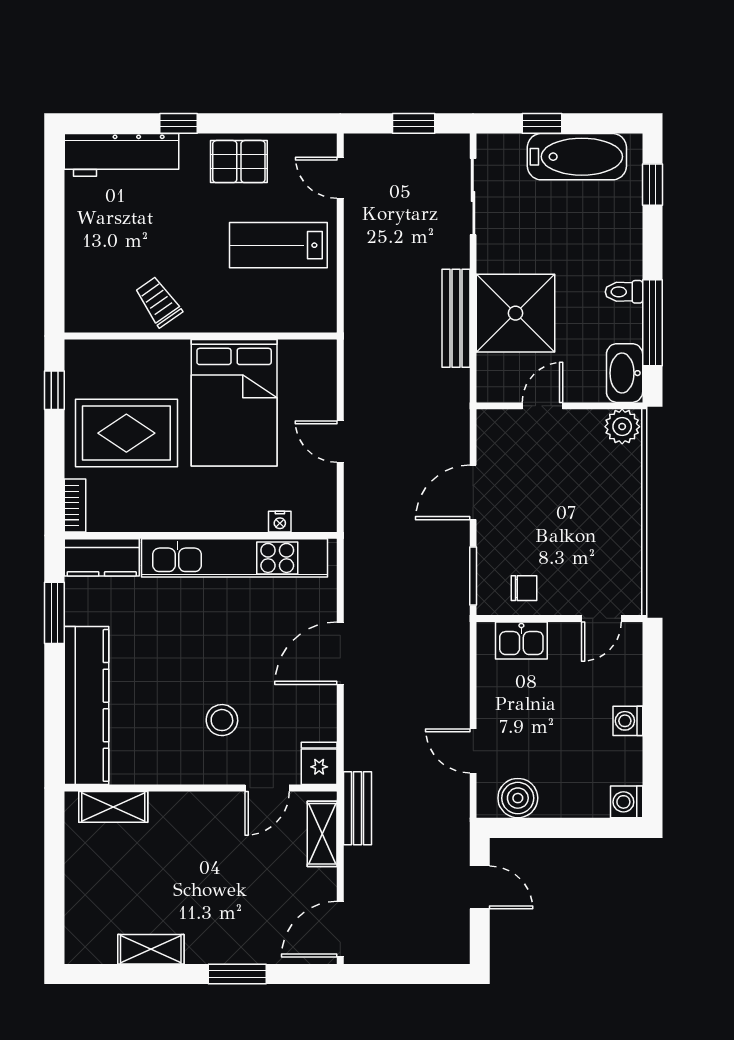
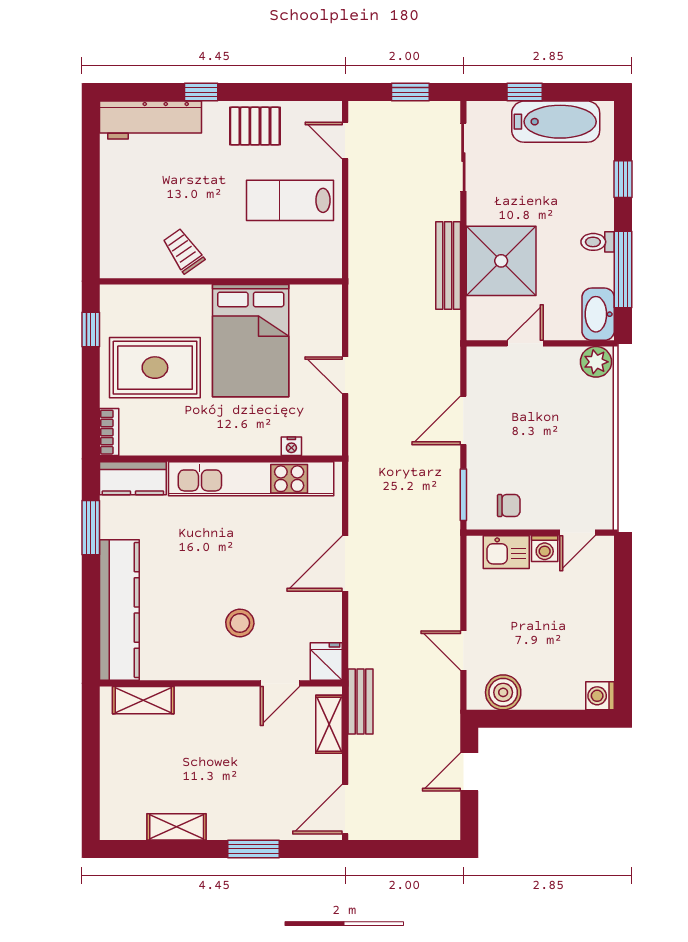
window: (653, 185) -> (623, 179), moved
washing machine: (628, 721) -> (545, 549), moved, turned -90
door: (480, 887) -> (469, 772), swing flipped

